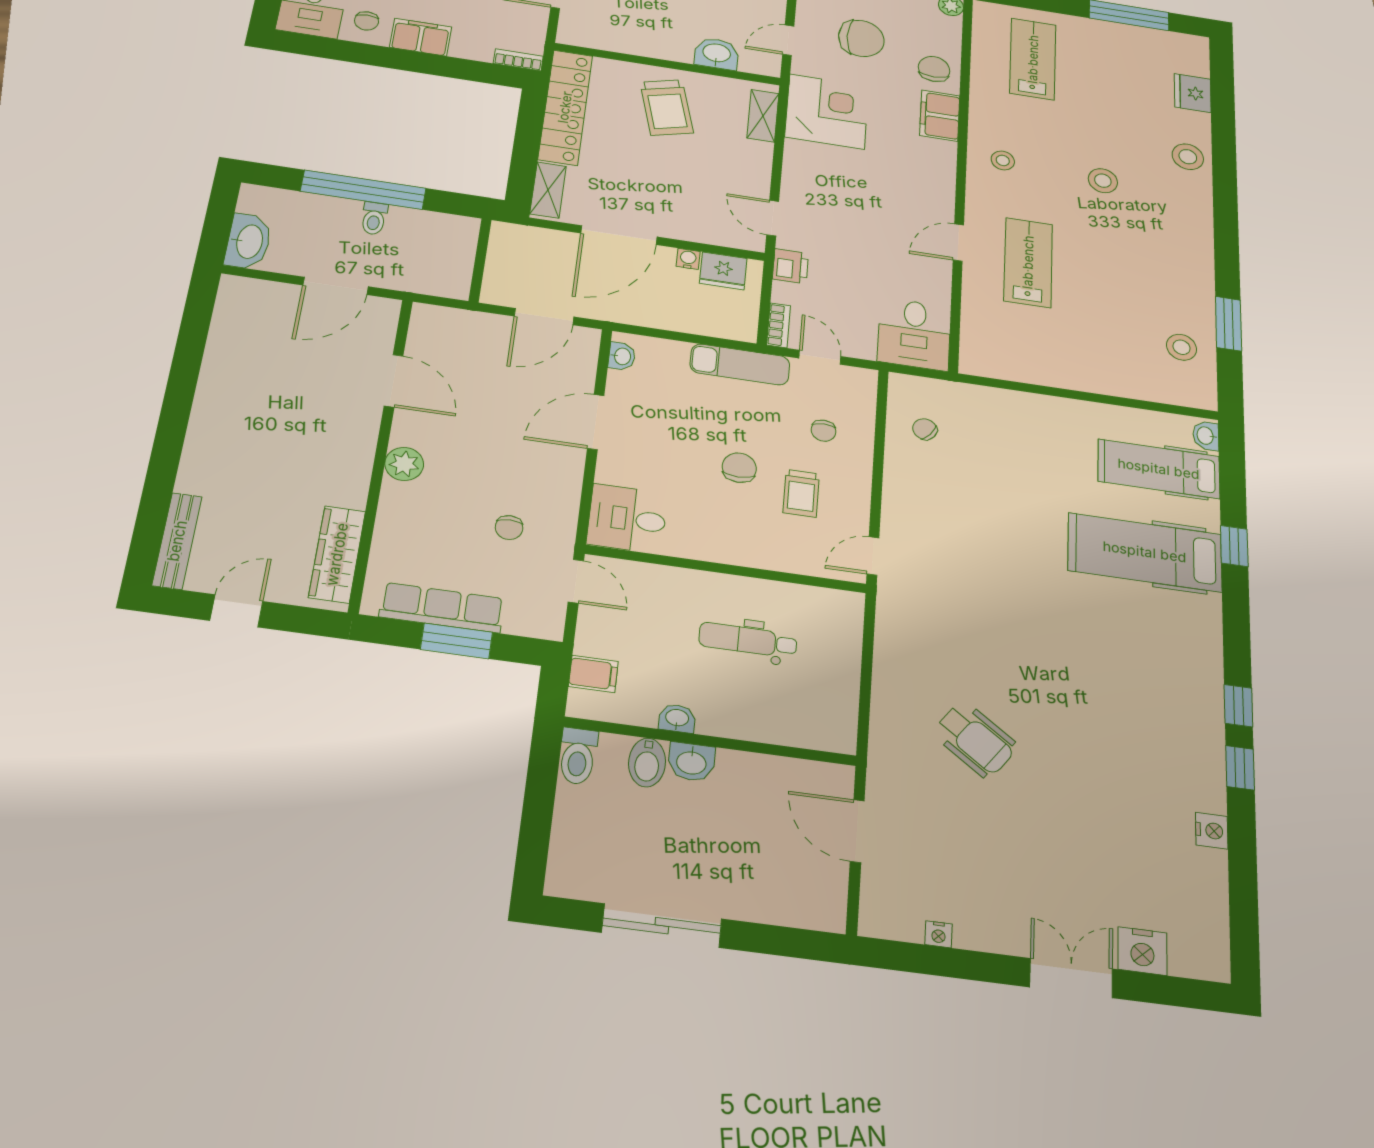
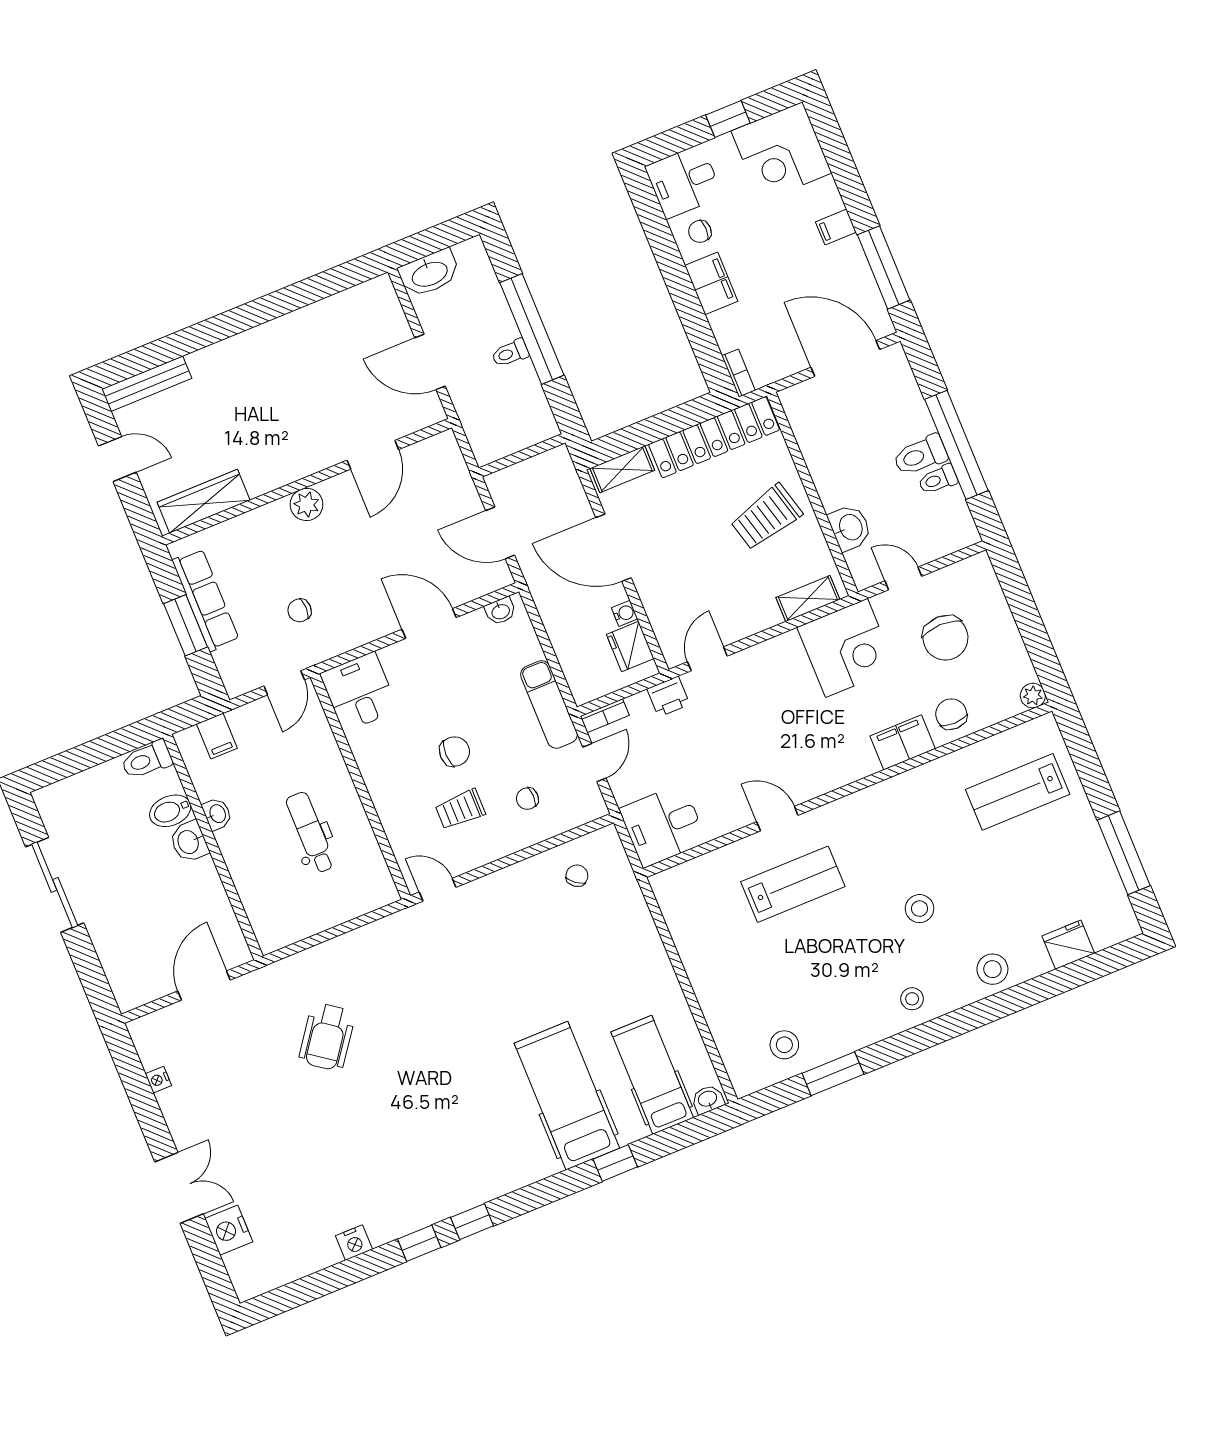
lab bench: (1033, 59) -> (1018, 792), turned 180
chair: (934, 69) -> (951, 714), turned -90
stool: (1003, 160) -> (912, 999), moved

